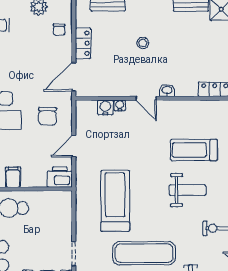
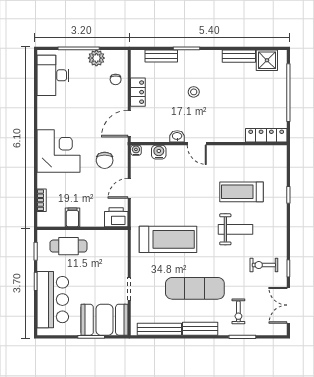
washbasin: (167, 90) -> (177, 136), moved
water cooler: (120, 105) -> (136, 150), moved
treadmill: (115, 201) -> (168, 239), turned 90

